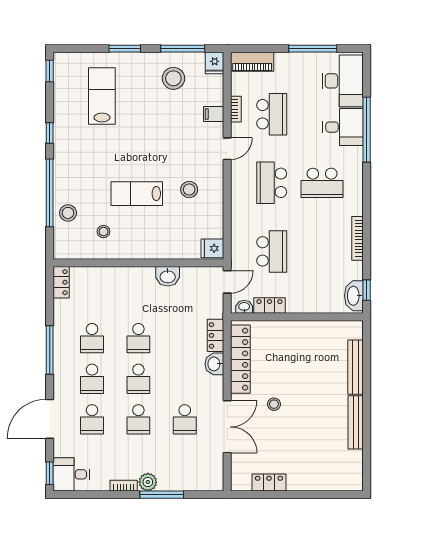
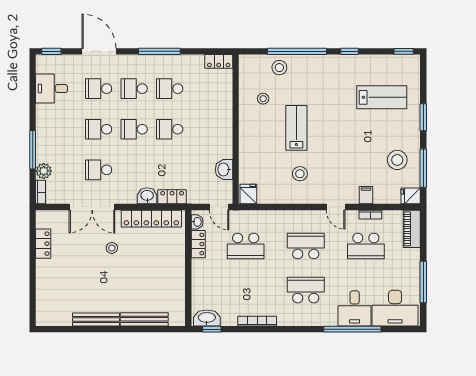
school desk: (322, 183) -> (306, 290), turned 90
washbasin: (168, 276) -> (224, 170), moved
desk: (71, 474) -> (52, 88), moved, turned -90
plant: (148, 482) -> (44, 171), moved
bookcase: (124, 486) -> (40, 192), moved

